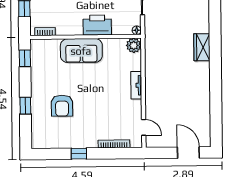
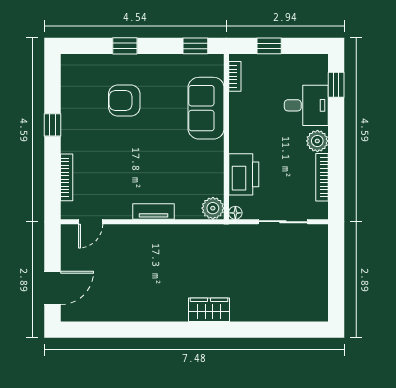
printer: (97, 25) -> (244, 174), moved
sofa: (81, 51) -> (206, 108), moved

